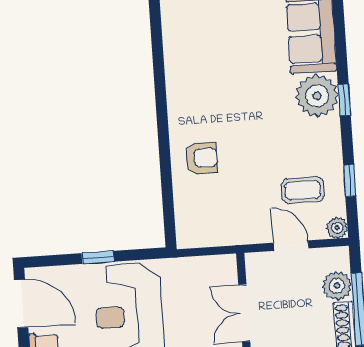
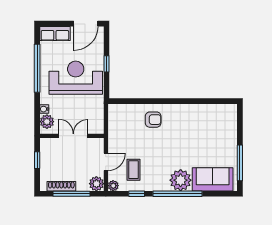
window: (344, 100) -> (178, 194), width x3.17
armchair: (201, 158) -> (153, 120), turned -90
plant: (337, 286) -> (96, 184), moved

